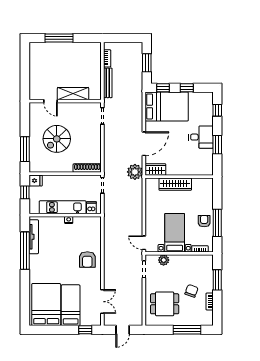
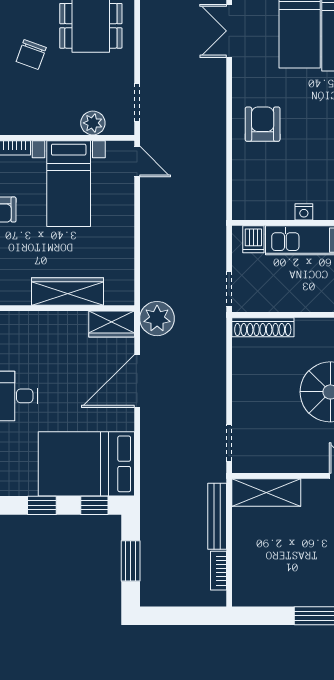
shelving: (73, 94) -> (266, 492), moved

